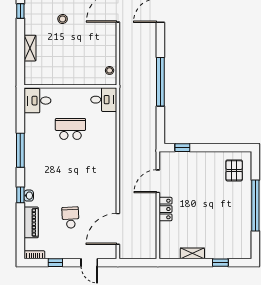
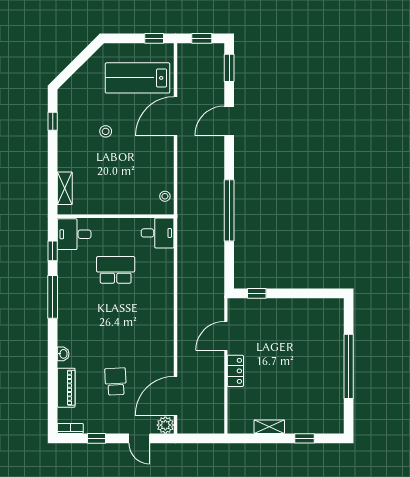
shelving: (30, 48) -> (65, 188), moved
pallet: (234, 170) -> (322, 322), removed
window: (20, 195) -> (53, 251), moved
plant: (110, 252) -> (165, 425), added

